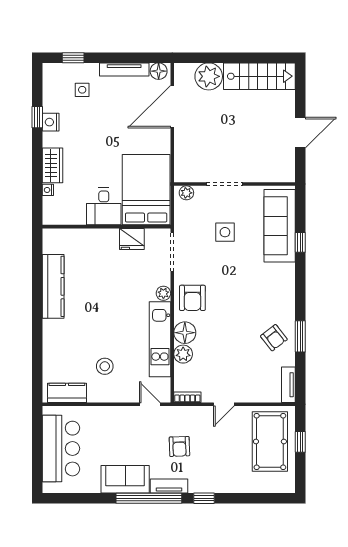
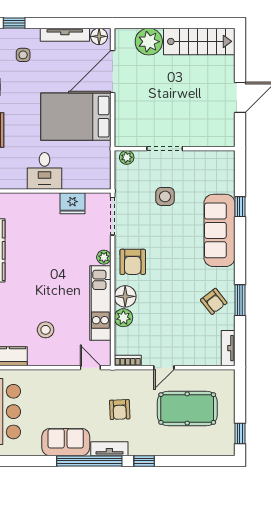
bed: (146, 190) -> (76, 117), moved, turned -90
sofa: (280, 226) -> (219, 230), moved
pool table: (270, 442) -> (187, 409), moved, turned 90
window: (300, 442) -> (240, 433), moved

